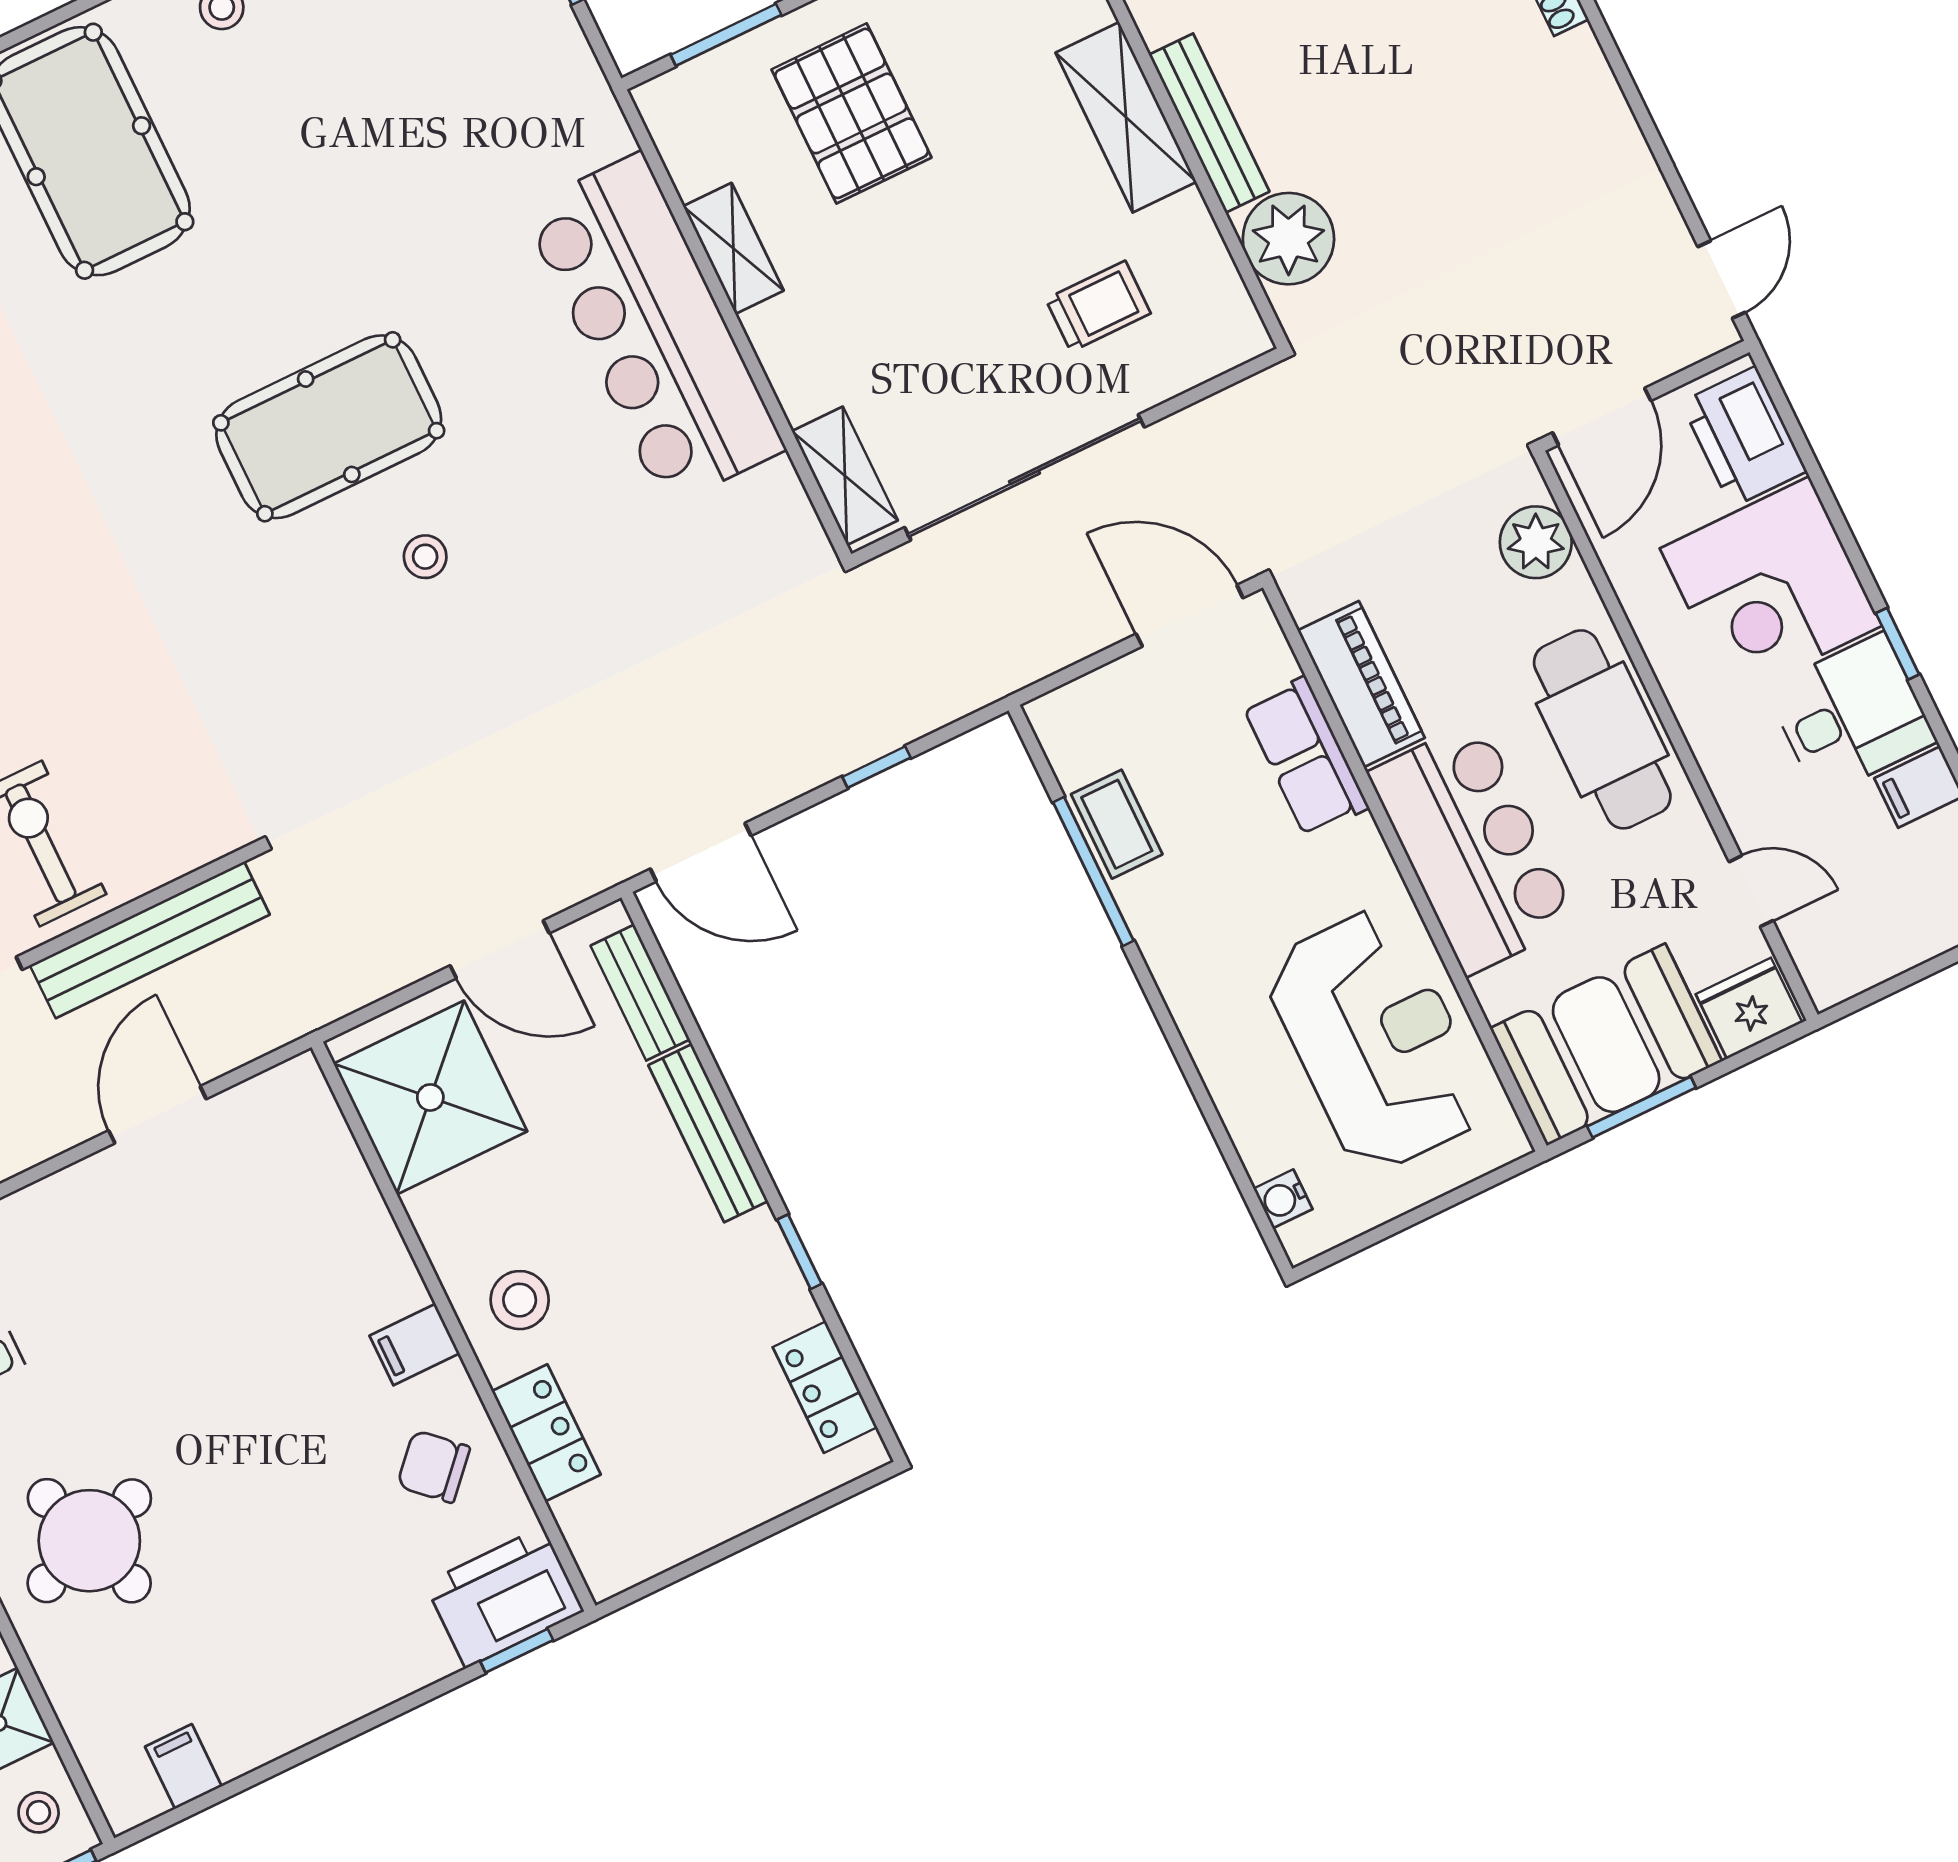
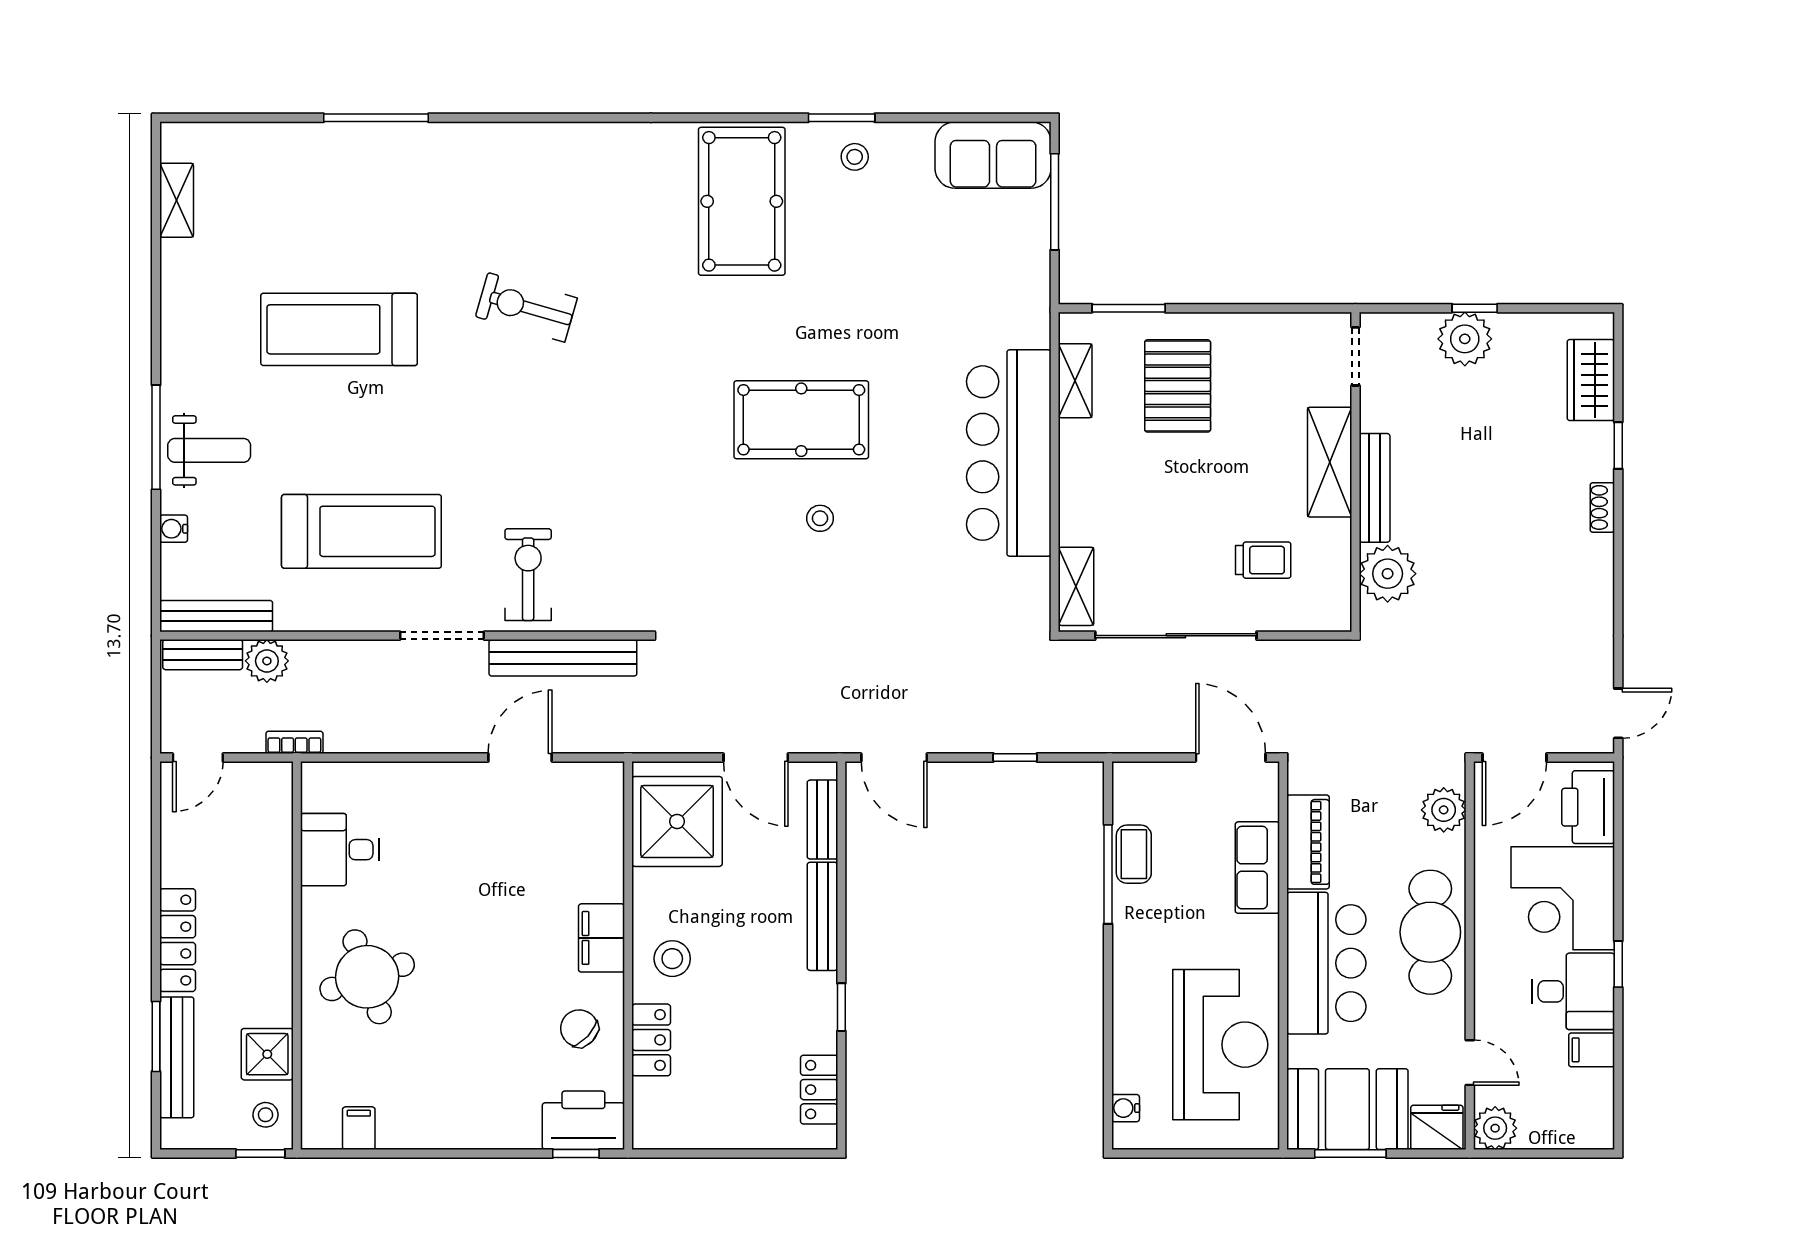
shelving: (733, 248) -> (1075, 381), moved
plant: (1834, 968) -> (1495, 1128), added
filing cabinet: (414, 1345) -> (602, 938), width x2.00

